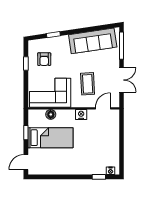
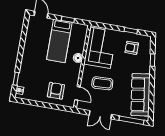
floor lamp: (51, 114) -> (78, 58), moved
nightstand: (81, 115) -> (75, 72), removed
armchair: (104, 132) -> (56, 91), added

